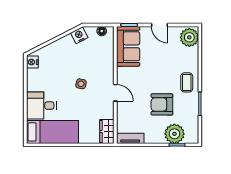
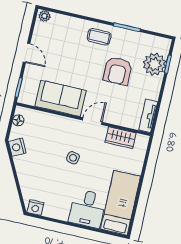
door: (159, 25) -> (27, 53), hinge flipped
plant: (189, 37) -> (45, 16), width x0.53, depth x0.53
sofa: (128, 46) -> (61, 98), moved
wardrobe: (107, 132) -> (121, 138), moved

